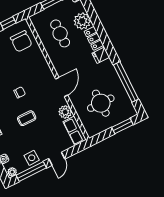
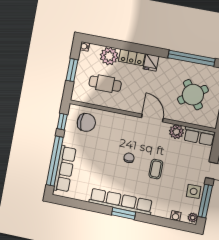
round table: (101, 103) -> (193, 95), turned -36

